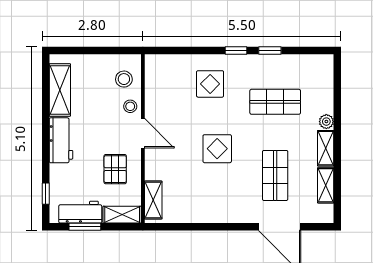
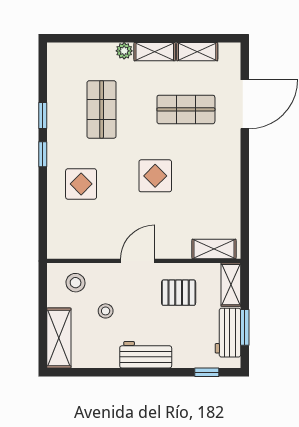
shelving: (60, 90) -> (59, 338), moved, turned 90
stool: (130, 106) -> (106, 311), moved

